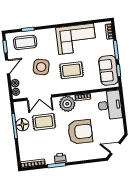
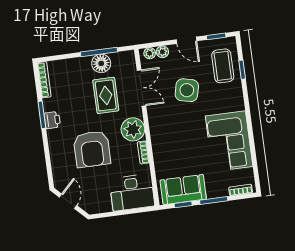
rug: (71, 70) -> (183, 135), removed
double door: (39, 98) -> (141, 88), swing flipped

